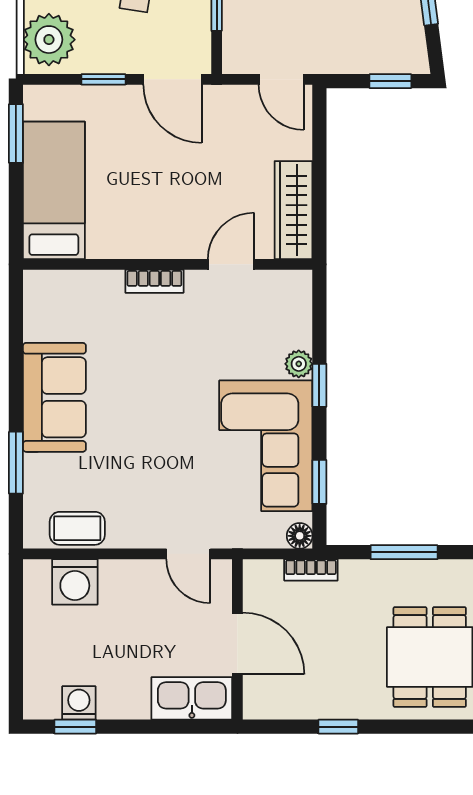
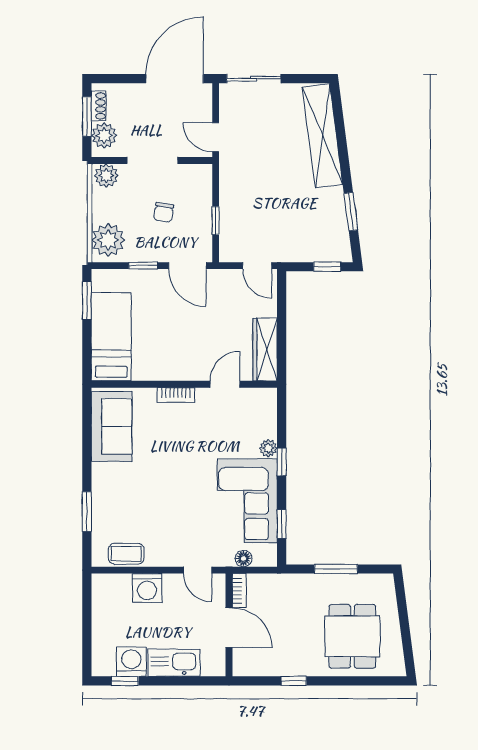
sofa: (54, 397) -> (112, 426), moved
floor lamp: (300, 536) -> (244, 559), moved
bookcase: (311, 570) -> (239, 591), moved, turned -90
washing machine: (75, 582) -> (147, 588), moved
kitchen sink: (192, 698) -> (174, 663), moved
washing machine: (79, 703) -> (131, 662), width x1.38, depth x1.38

